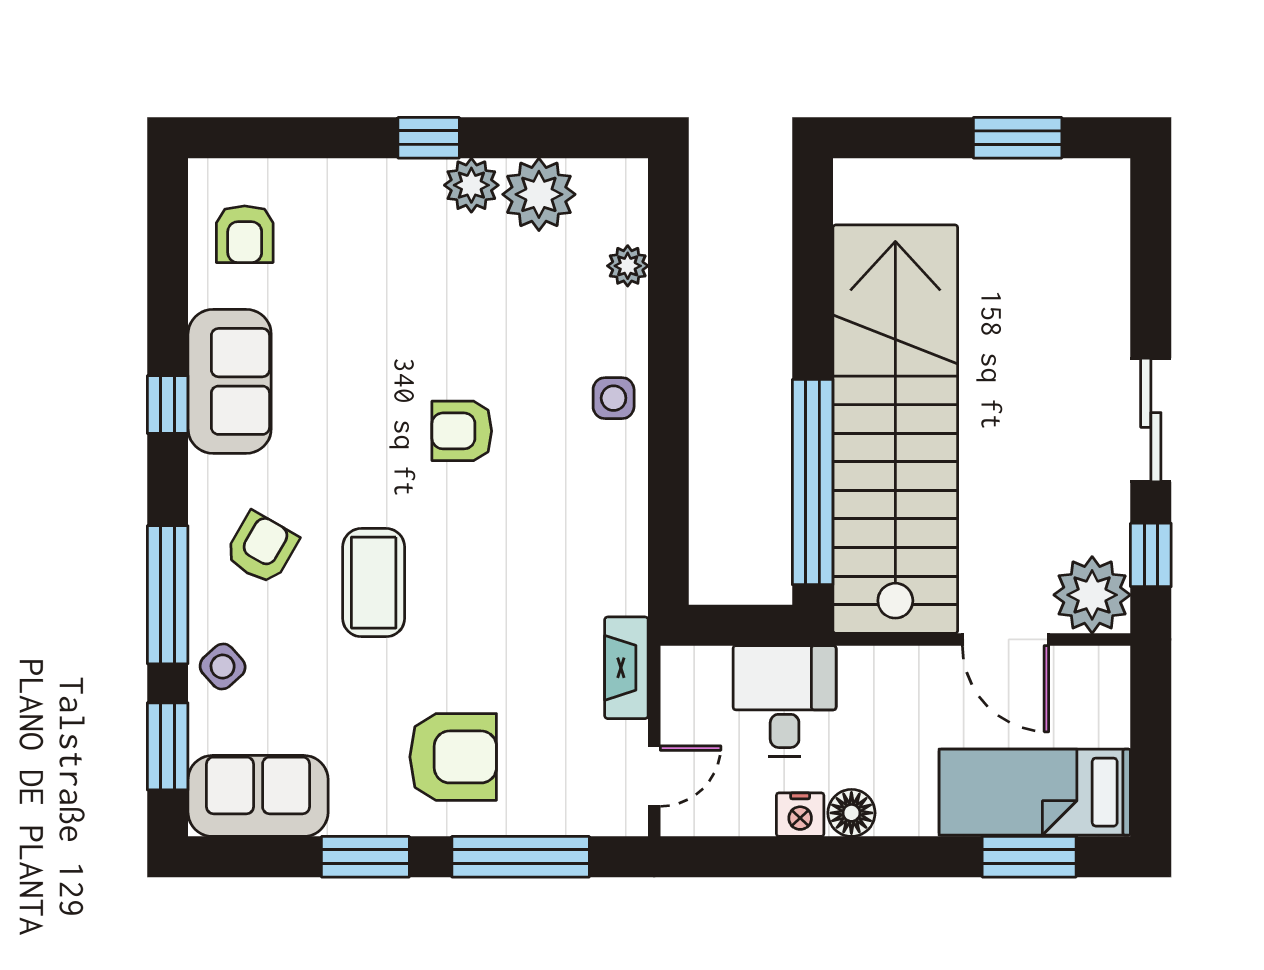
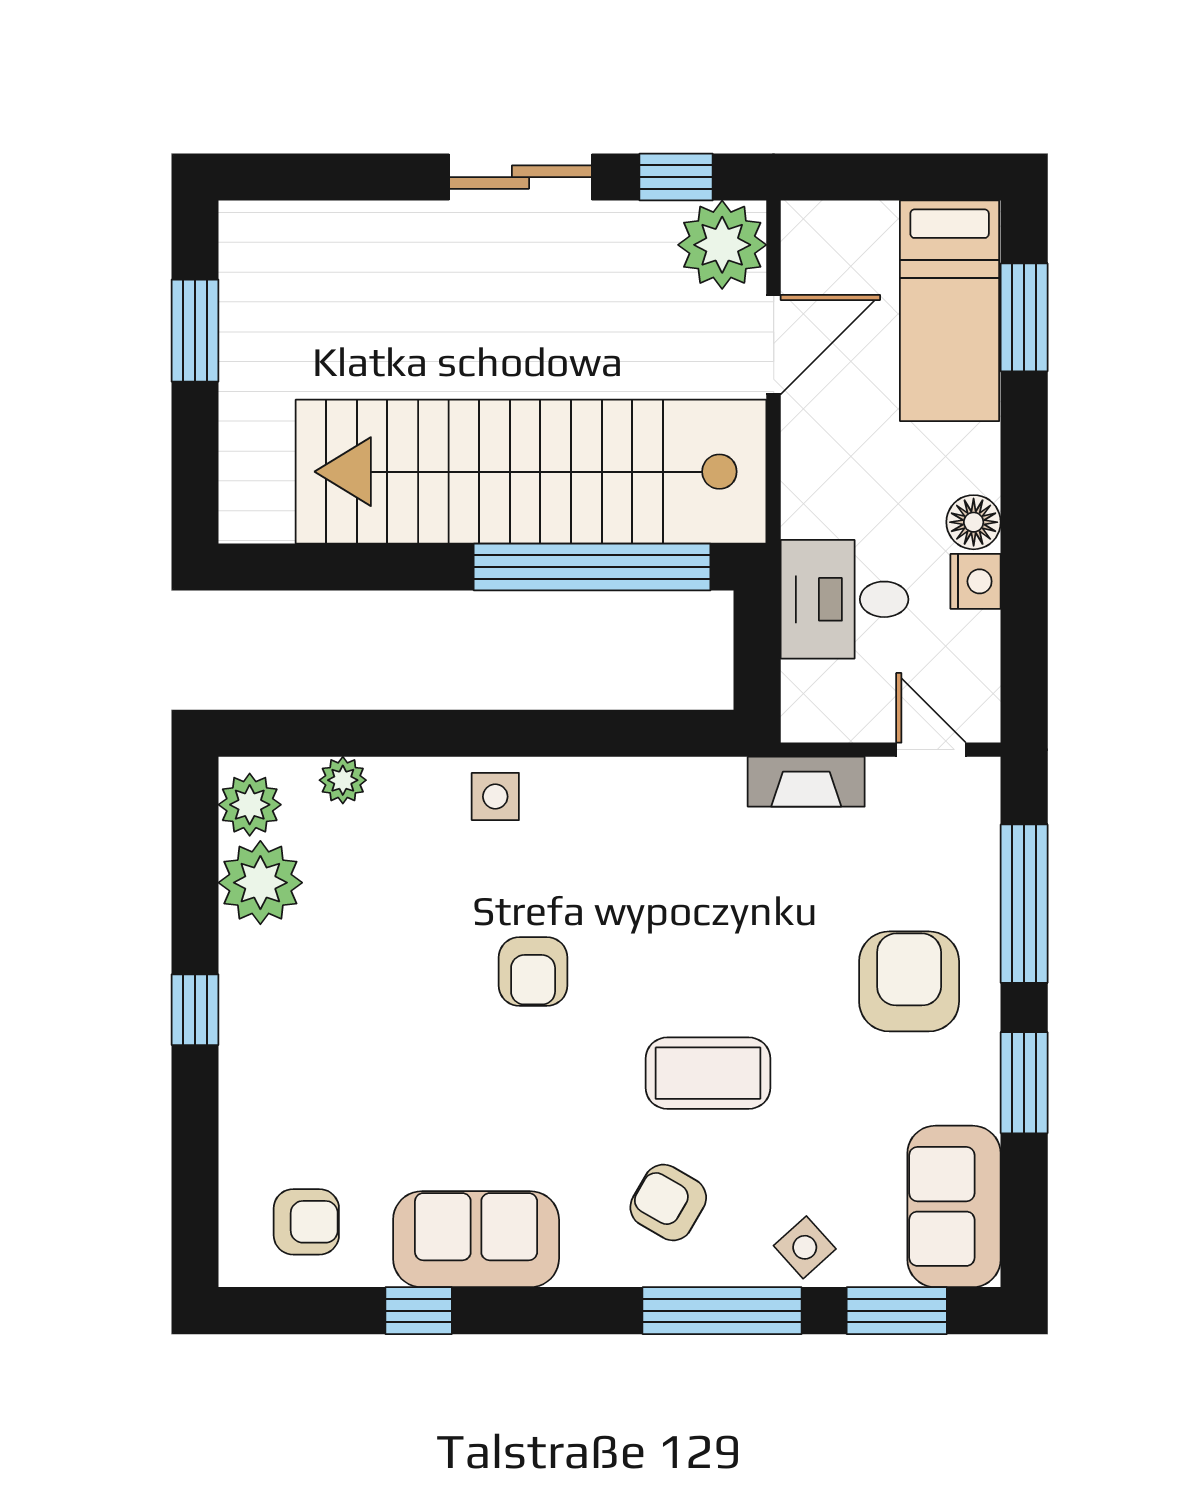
plant: (471, 185) -> (250, 805), moved
window: (168, 405) -> (419, 1311), moved

